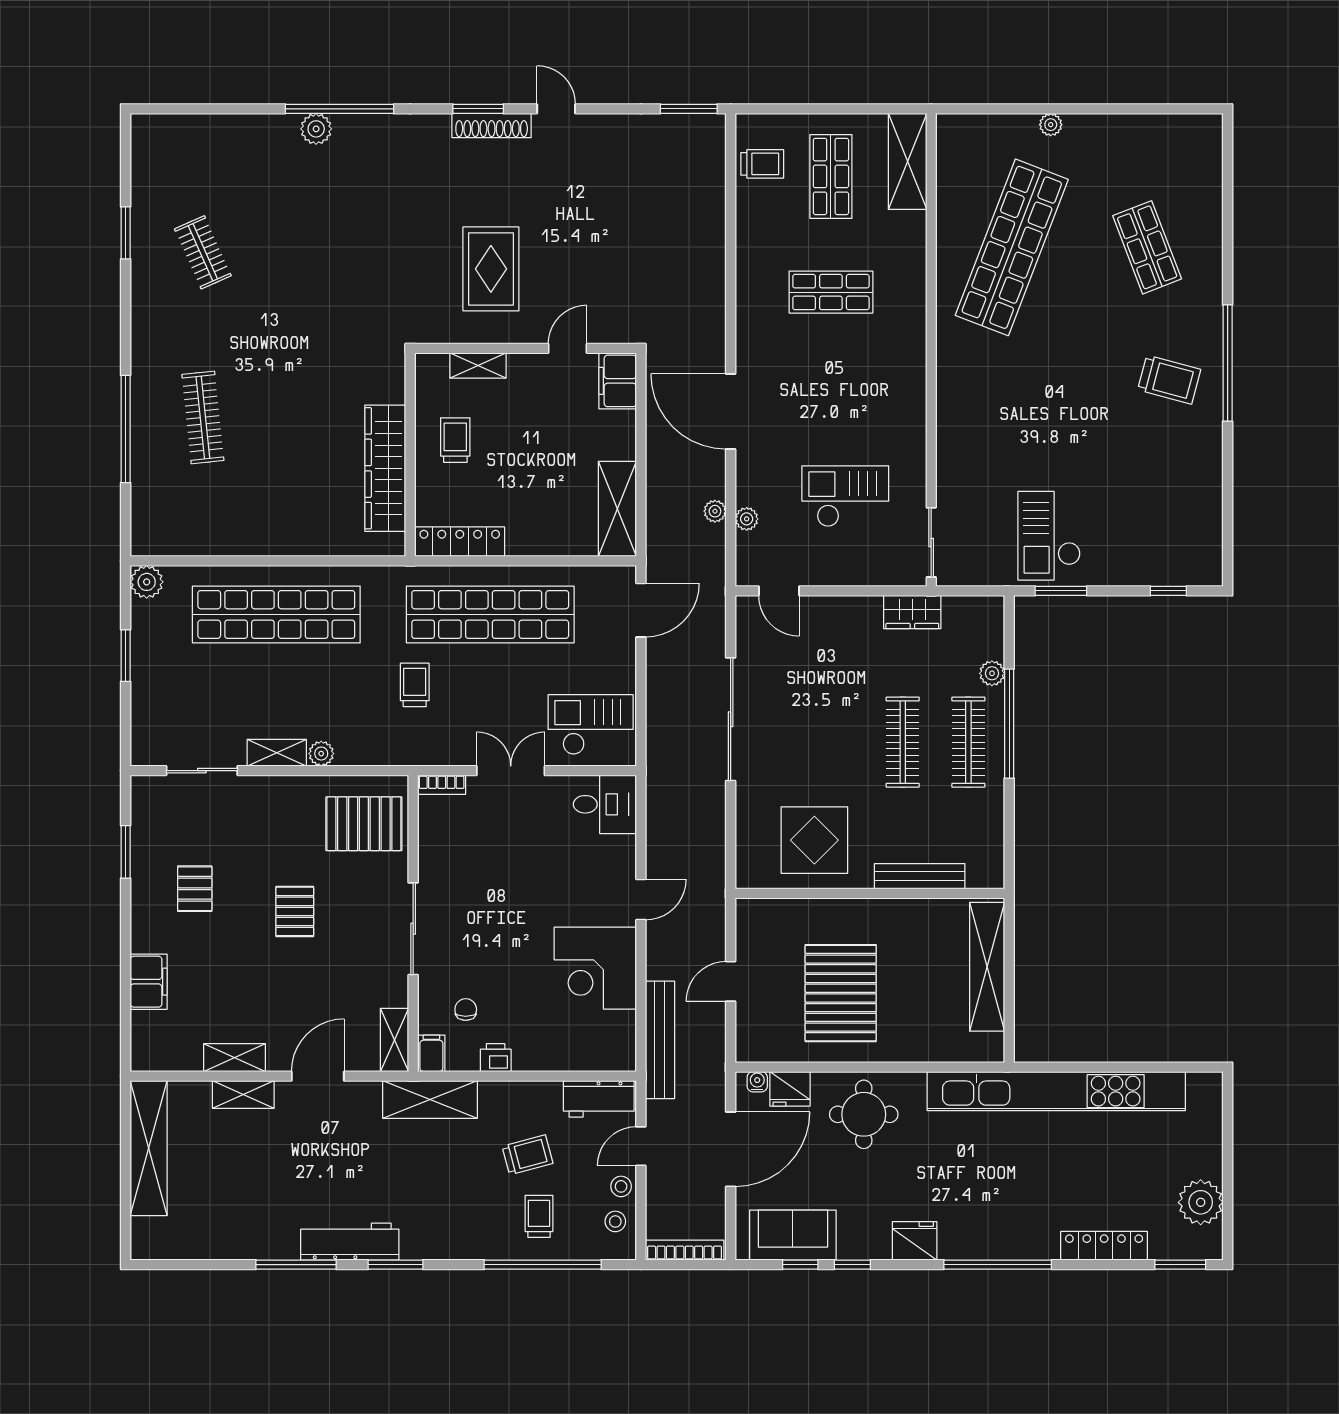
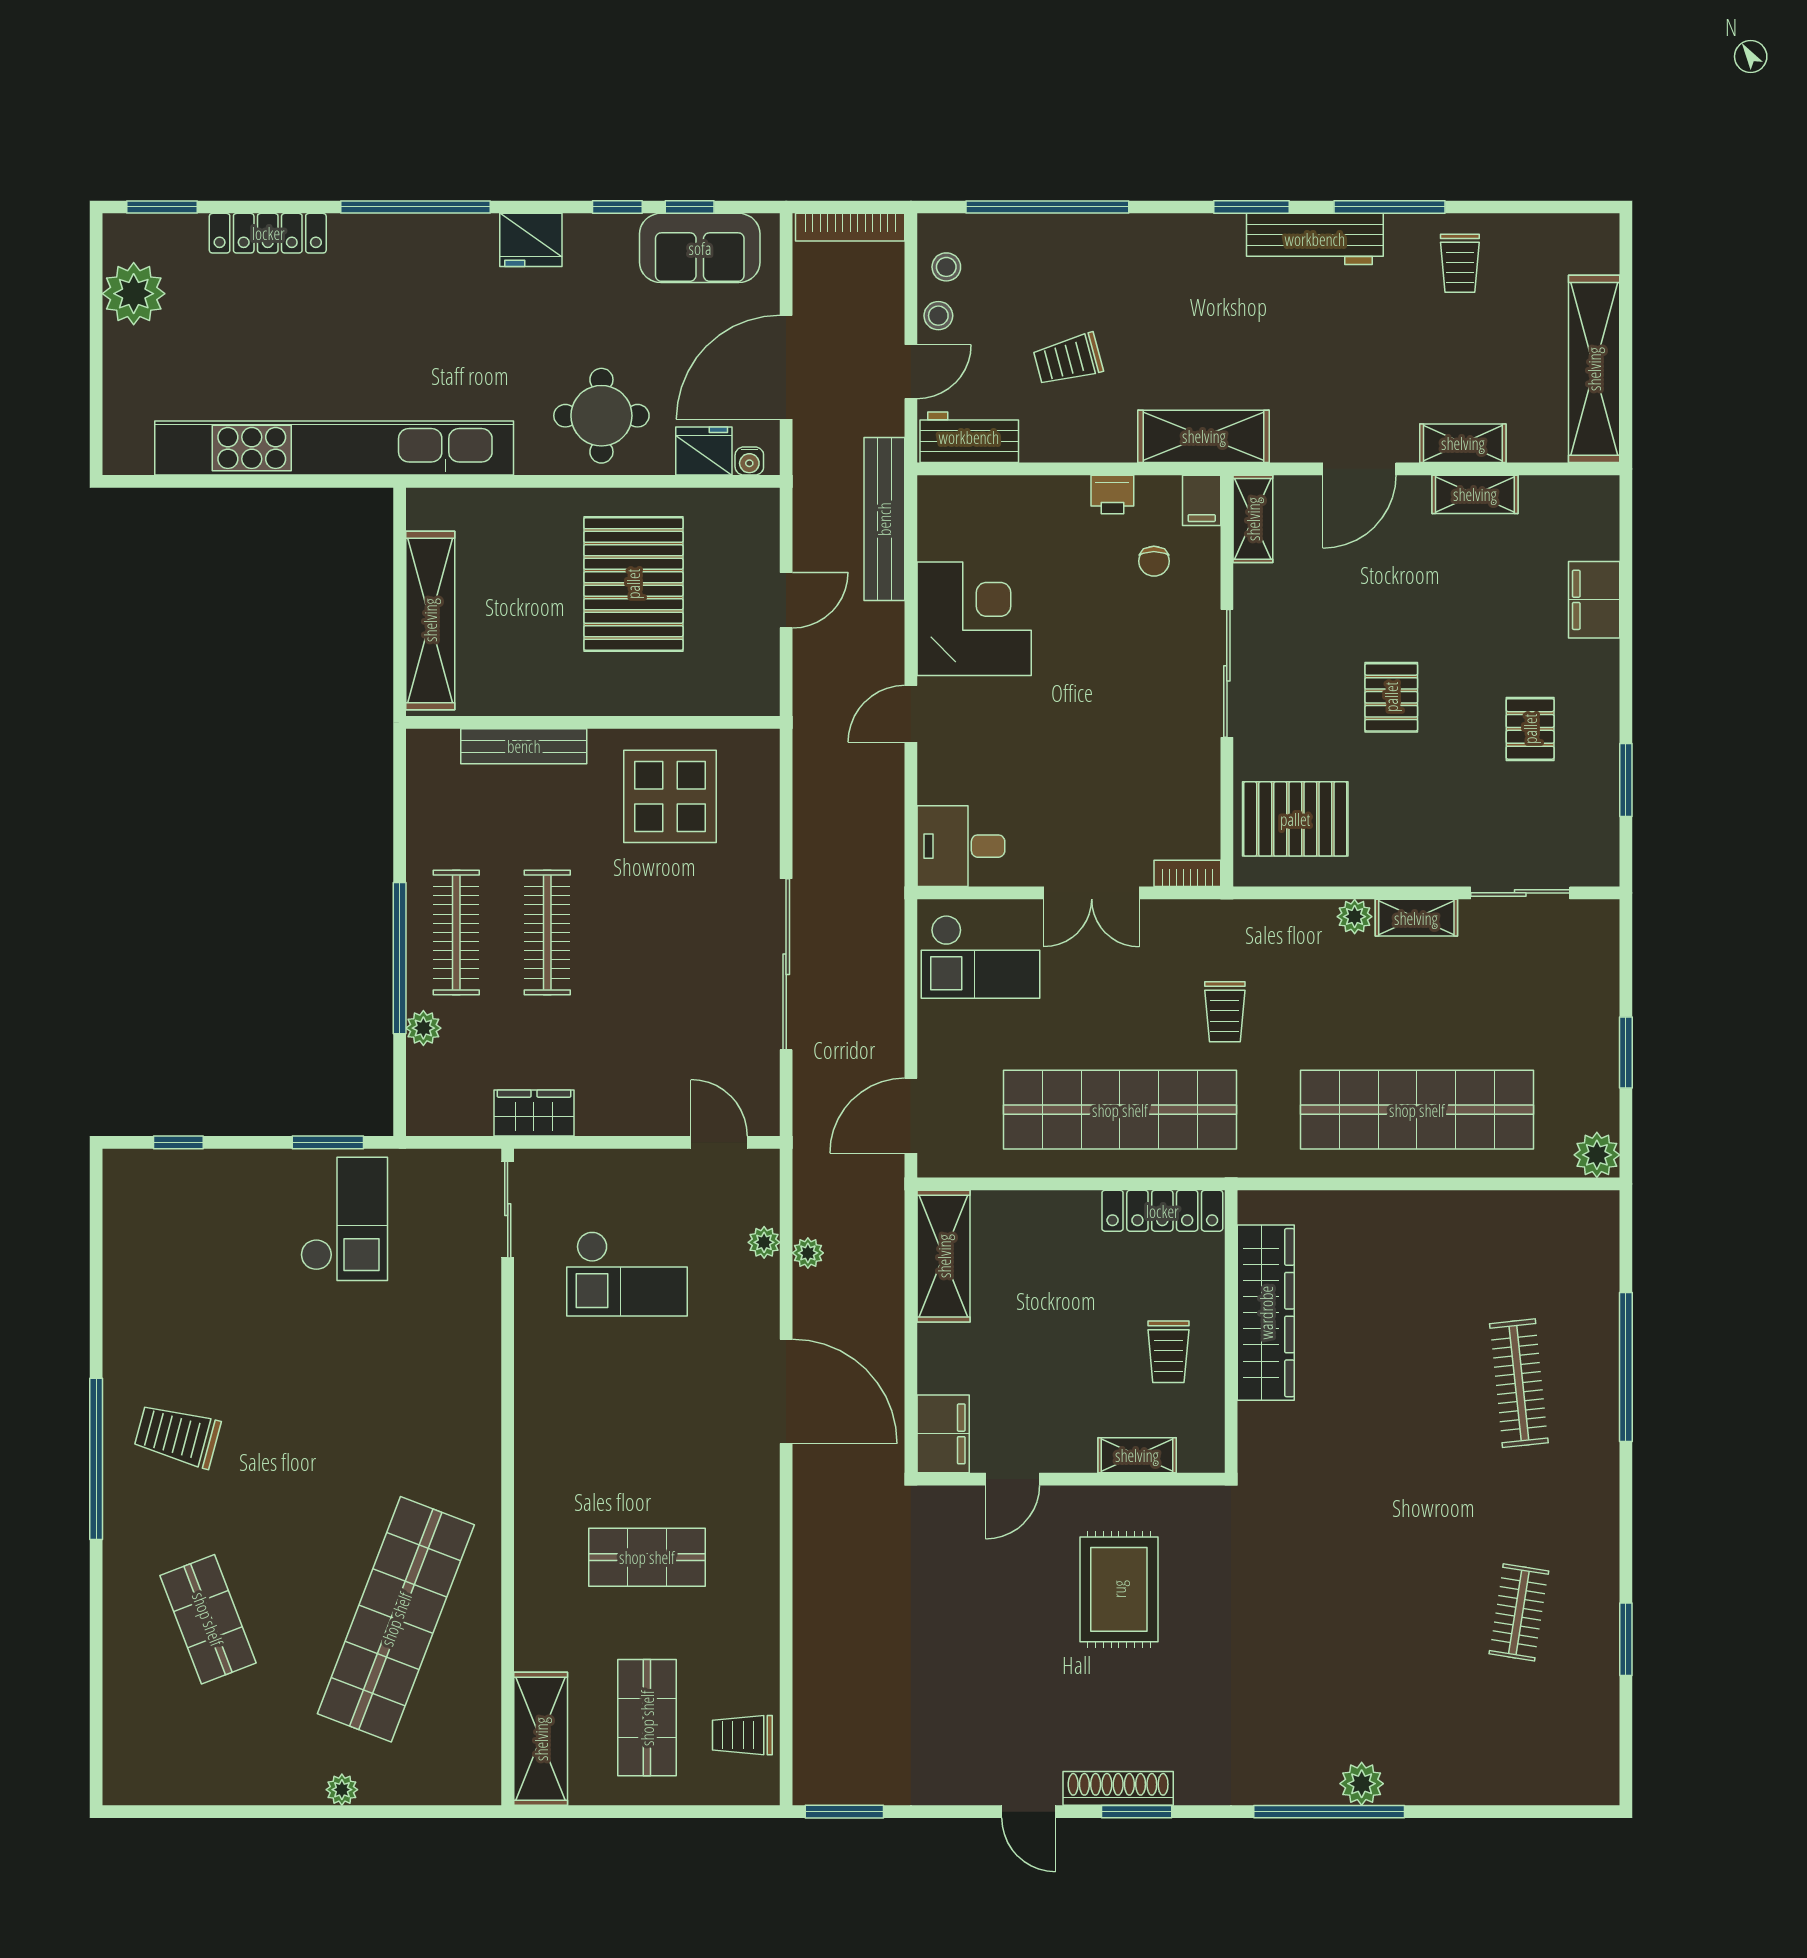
clothes rail: (203, 252) -> (1519, 1612), turned 33
trolley: (539, 1216) -> (1460, 263), moved

